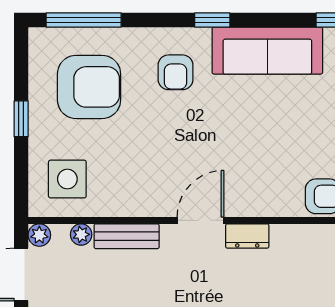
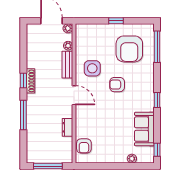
sofa: (267, 51) -> (144, 129), width x0.73
armchair: (176, 72) -> (117, 85), moved
side table: (67, 179) -> (92, 68), moved
dresser: (247, 236) -> (67, 127), moved

